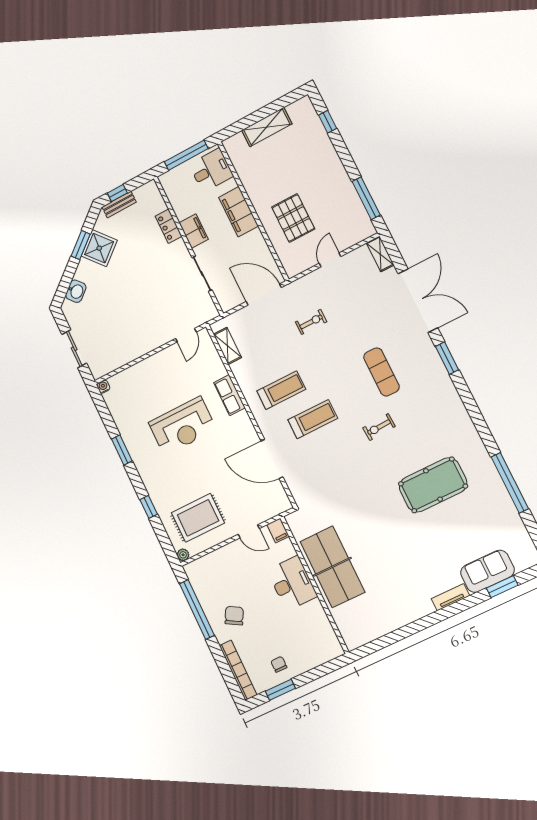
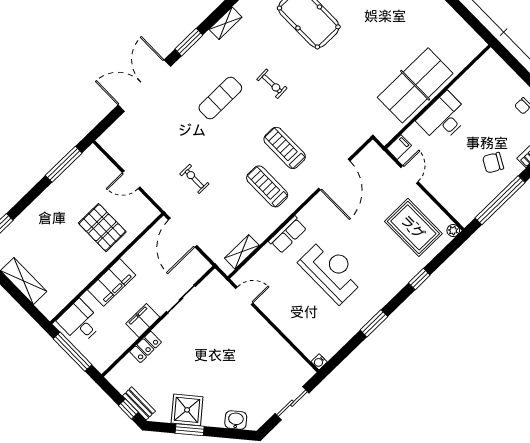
pallet: (293, 218) -> (102, 228), turned 90
shelving: (380, 254) -> (226, 23), moved

